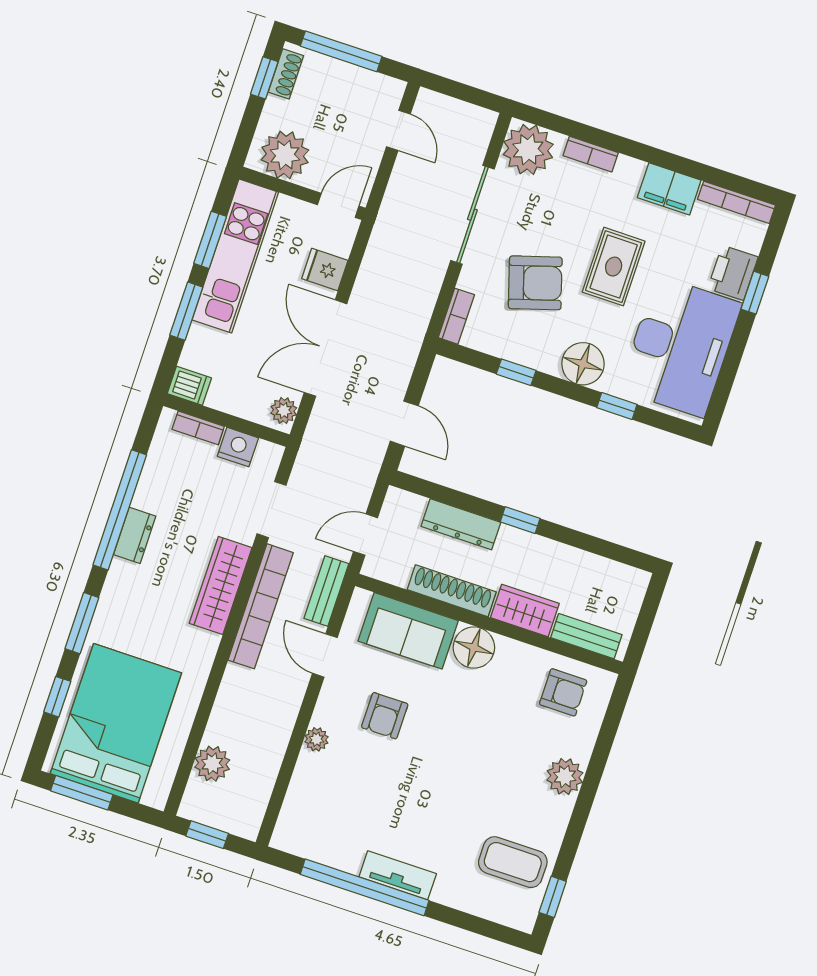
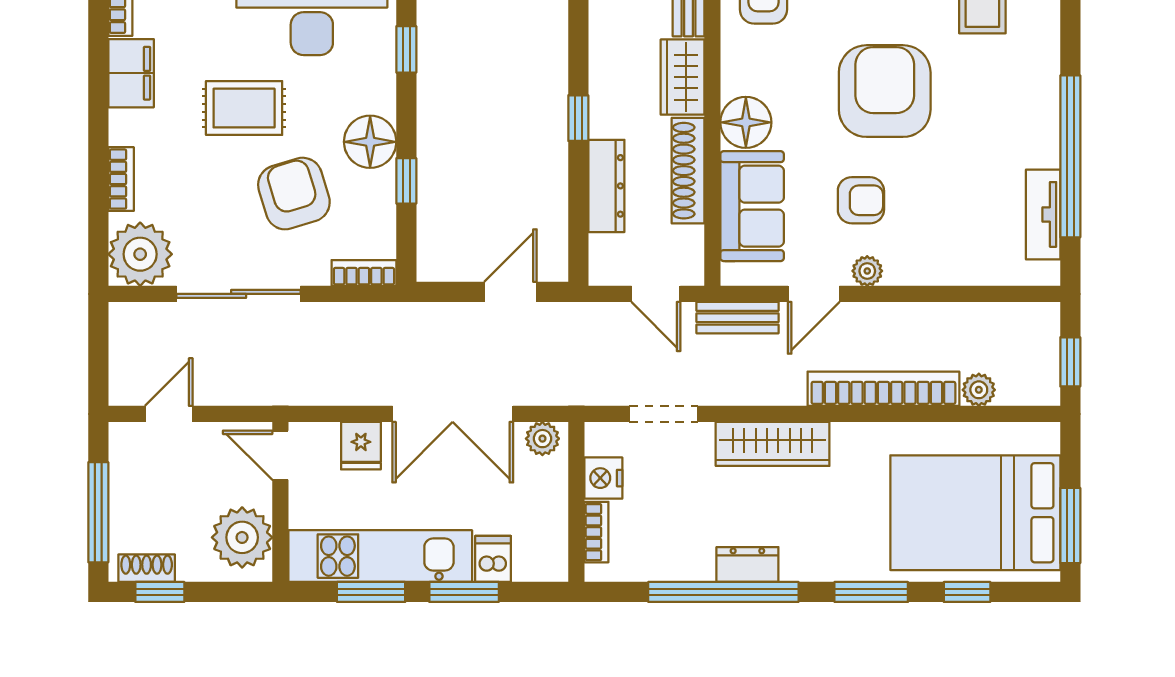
floor lamp: (583, 364) -> (370, 142), moved
dishwasher: (189, 386) -> (493, 559), moved
bookcase: (261, 606) -> (883, 389), moved
plant: (316, 739) -> (867, 271), moved
armchair: (462, 762) -> (885, 91), added
plant: (212, 764) -> (979, 390), width x0.73, depth x0.73
tv unit: (398, 875) -> (1043, 214), moved

